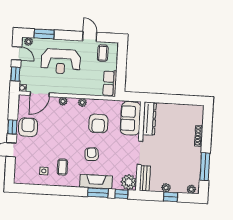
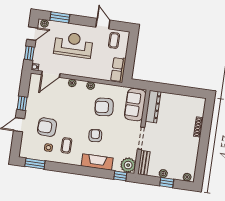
door: (17, 53) -> (32, 34), hinge flipped
reception desk: (61, 61) -> (73, 45), turned 180
armchair: (98, 124) -> (104, 107), turned 84
armchair: (28, 127) -> (47, 127), moved, turned -88
window: (205, 167) -> (202, 157), removed
window: (98, 193) -> (35, 164), moved

